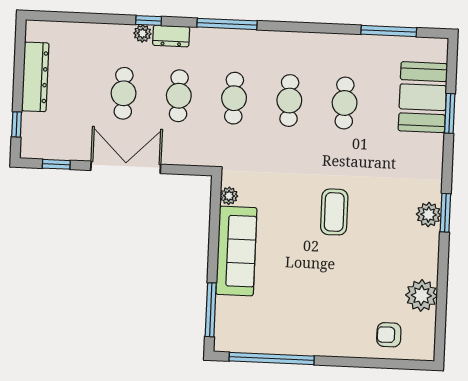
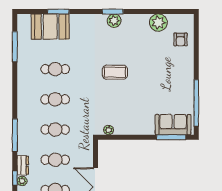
sofa: (236, 251) -> (173, 125), moved, width x0.73

